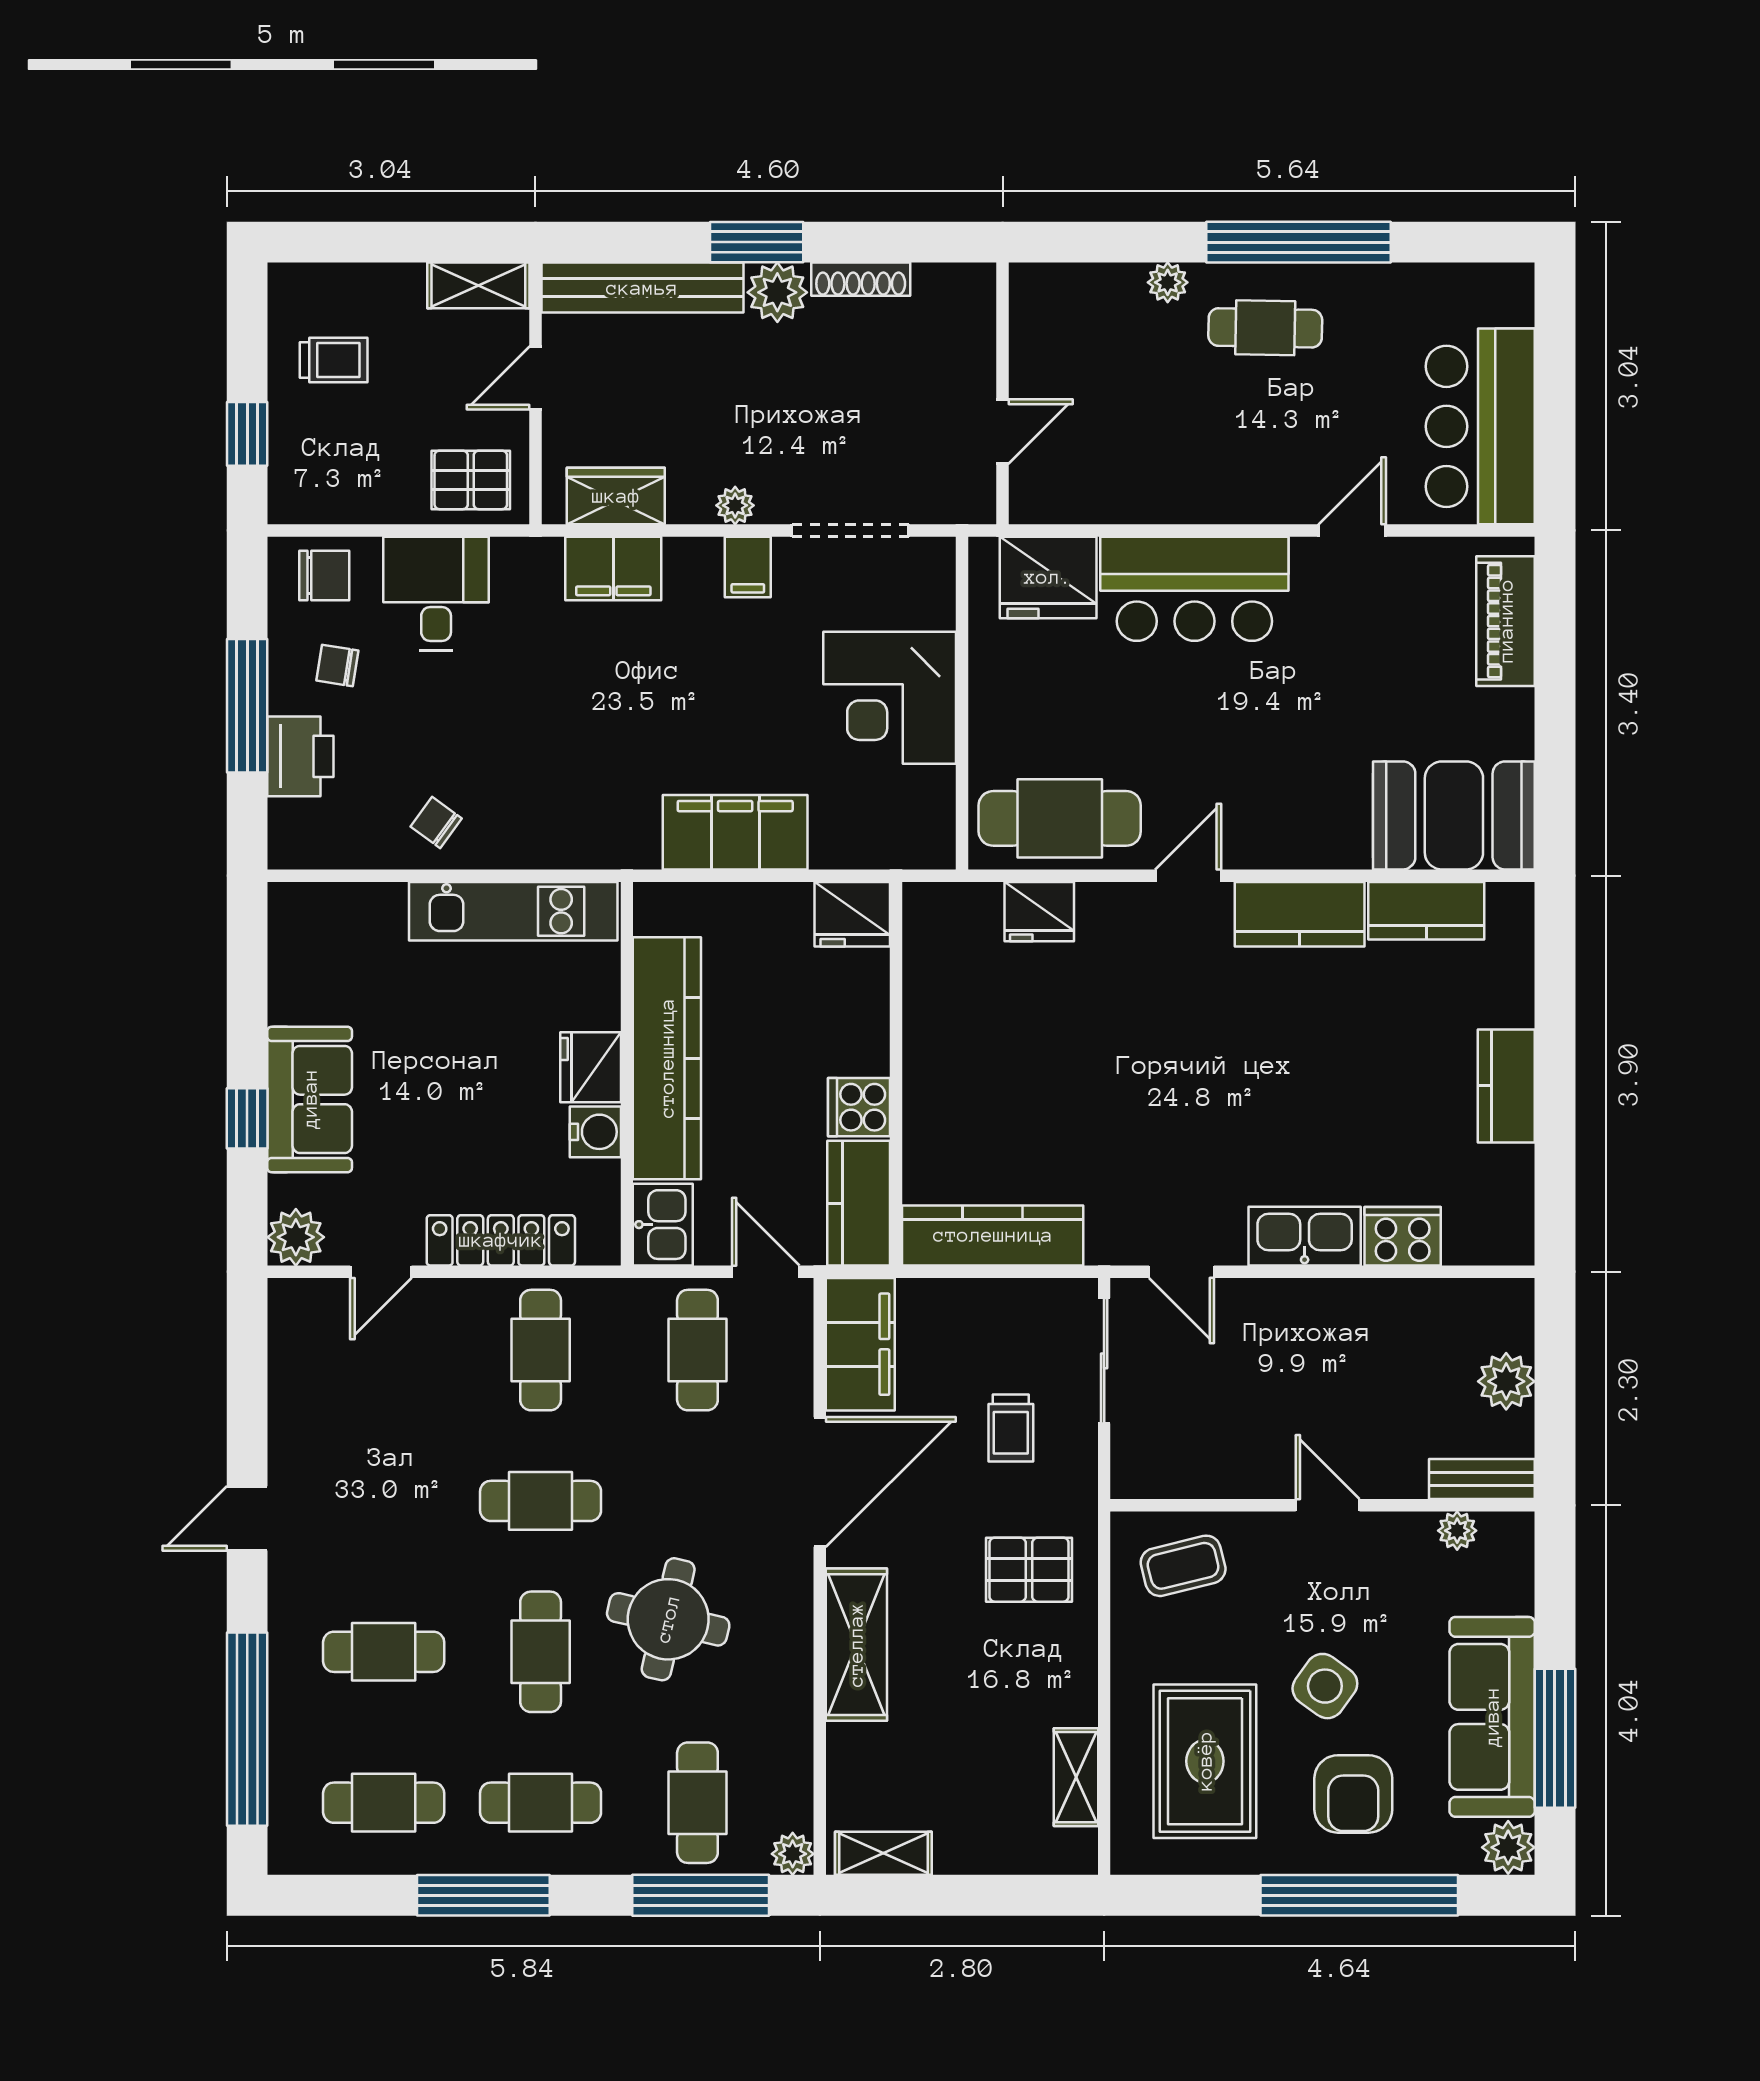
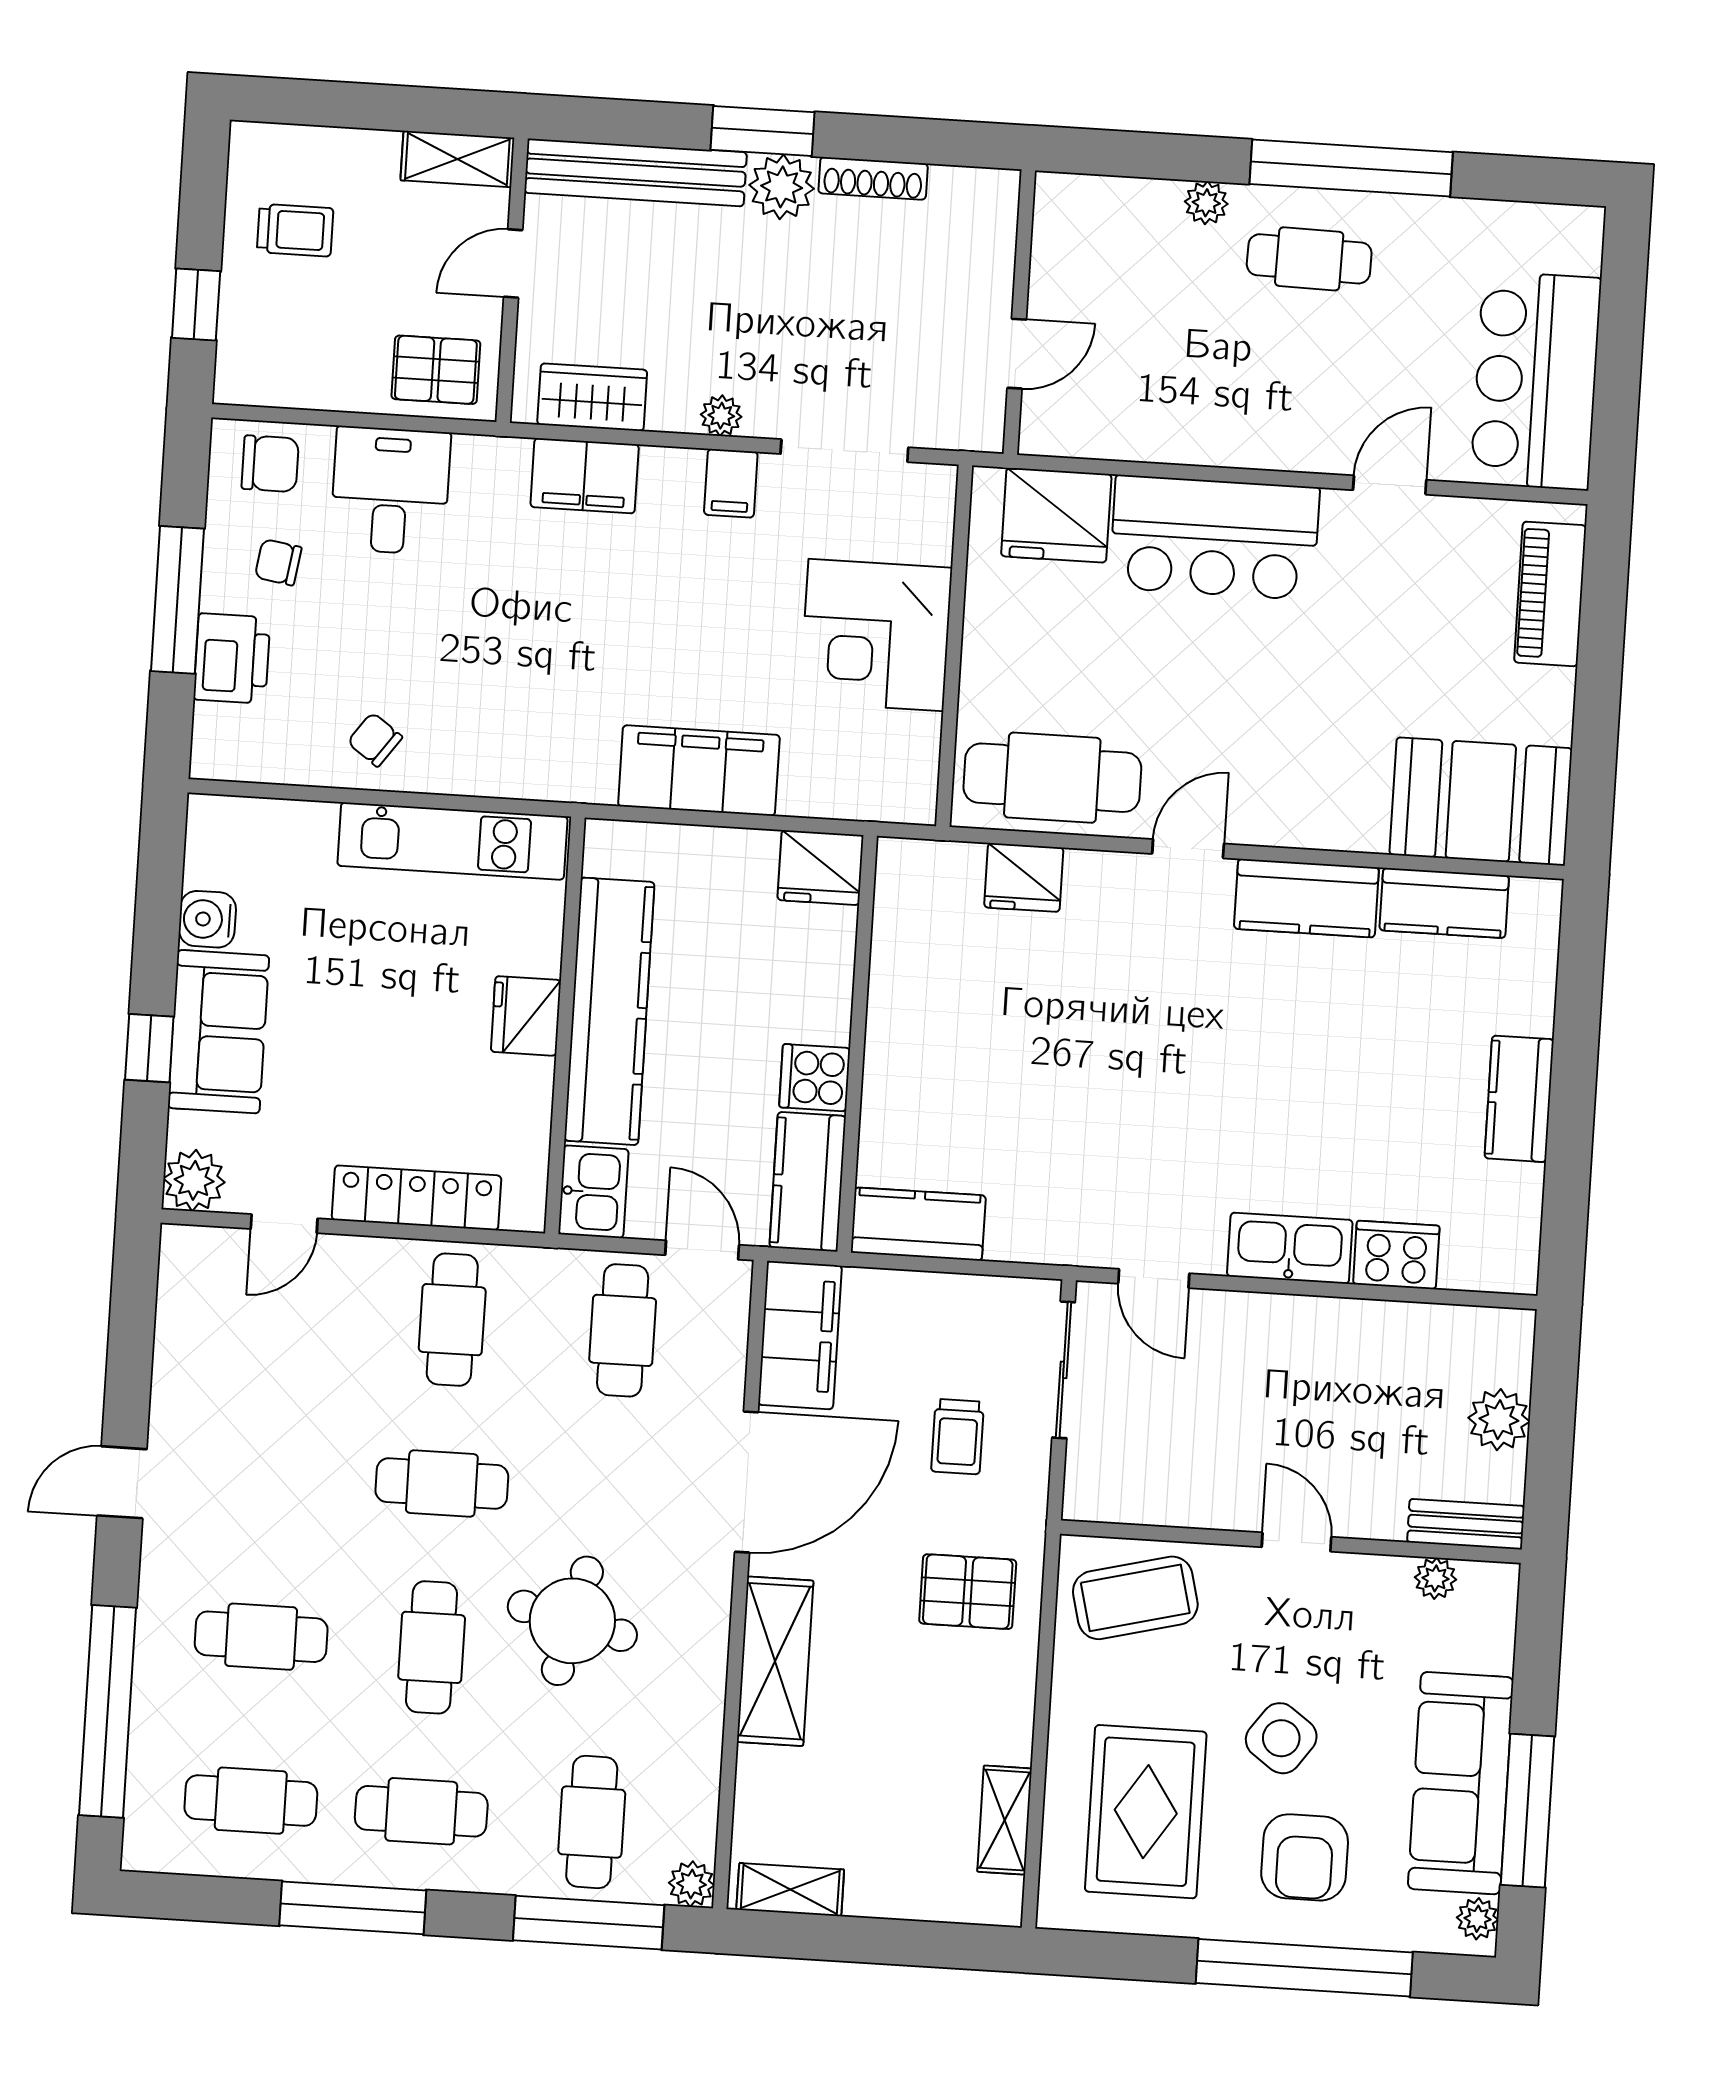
water cooler: (595, 1132) -> (207, 919), moved, turned 180
kitchen counter: (993, 1235) -> (918, 1224), width x0.67
coffee table: (1183, 1566) -> (1135, 1598), width x1.36, depth x1.30
plant: (1508, 1847) -> (1478, 1919), width x0.73, depth x0.73

